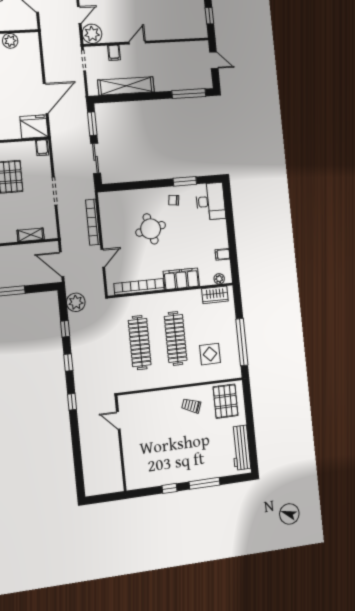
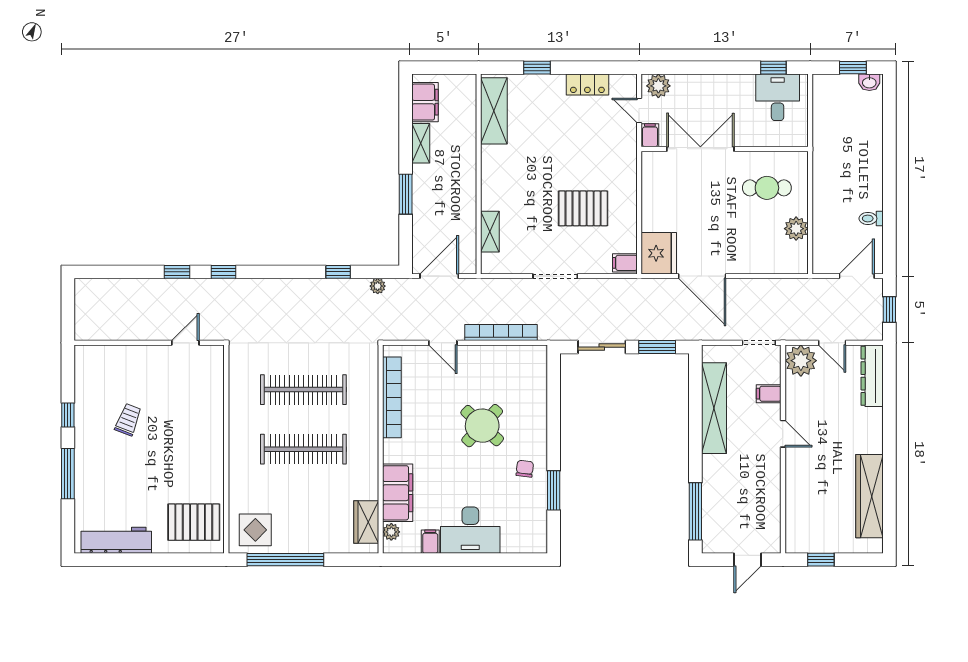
desk: (210, 201) -> (470, 530), moved
round table: (151, 229) -> (482, 426), turned -34
filing cabinet: (181, 279) -> (398, 493), moved
plant: (76, 302) -> (378, 286), width x0.53, depth x0.53
display table: (210, 354) -> (255, 530), moved
window: (68, 363) -> (177, 272), moved
trolley: (191, 406) -> (128, 420), moved

